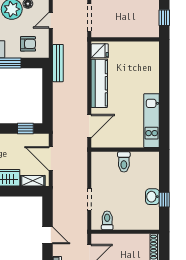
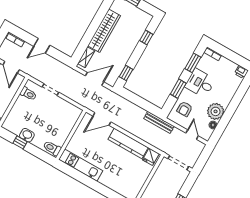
door: (89, 126) -> (102, 119), hinge flipped
toilet: (124, 162) -> (52, 148), moved

